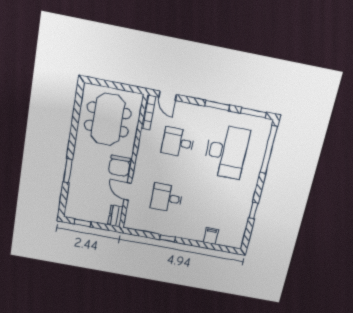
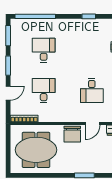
door: (168, 96) -> (8, 93), moved
desk: (178, 142) -> (44, 91), turned 180
desk: (226, 152) -> (44, 50), width x0.53, depth x0.77
chair: (119, 166) -> (72, 134), turned 90

